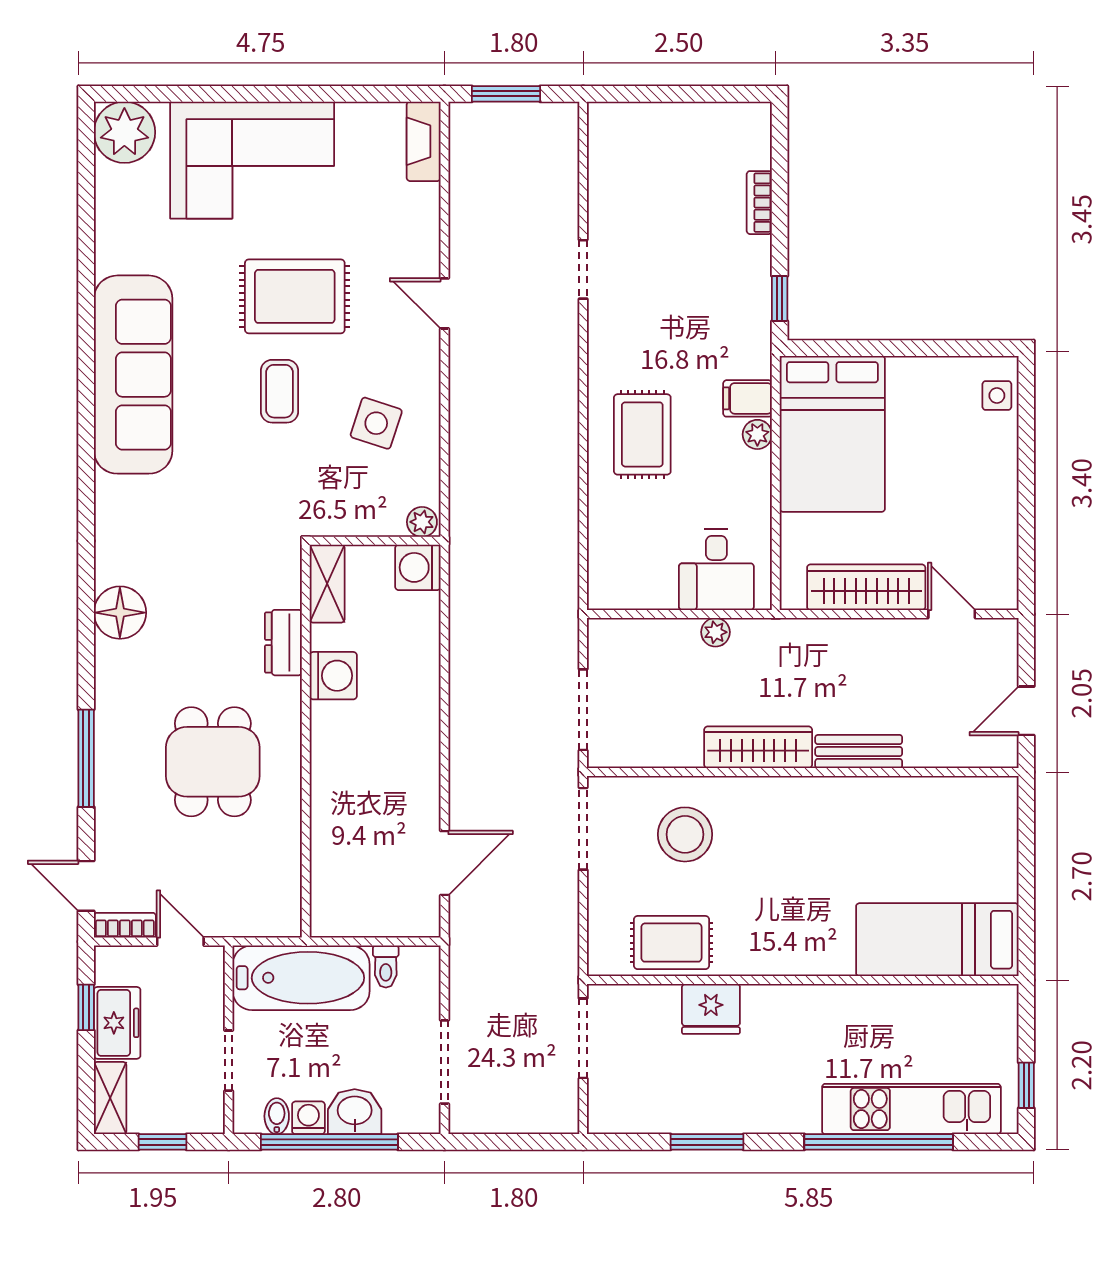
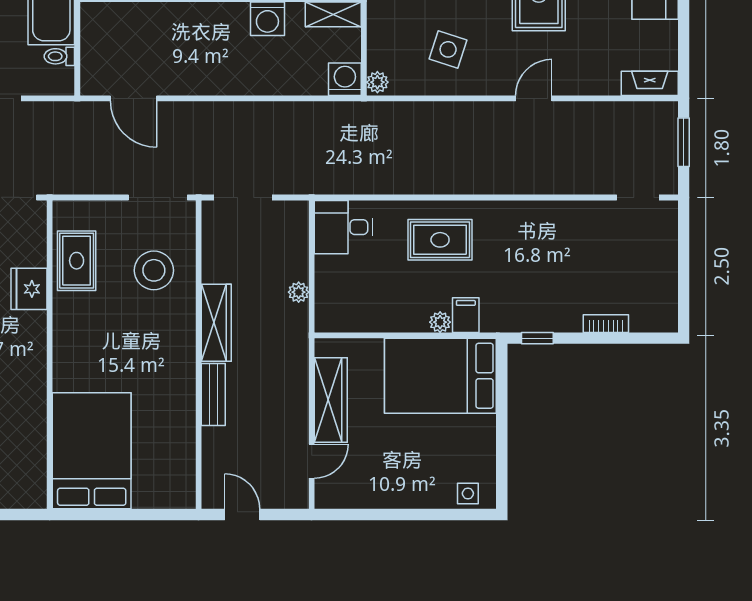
doorway: (583, 269) -> (638, 197), moved
desk: (716, 570) -> (343, 227), moved
bed: (937, 940) -> (92, 451), width x1.50

